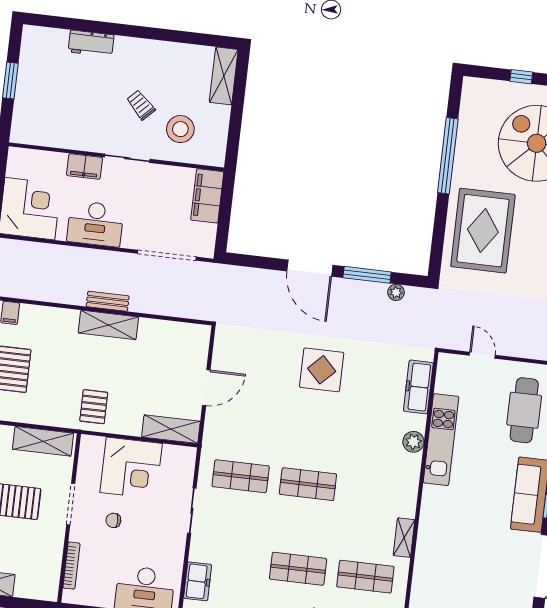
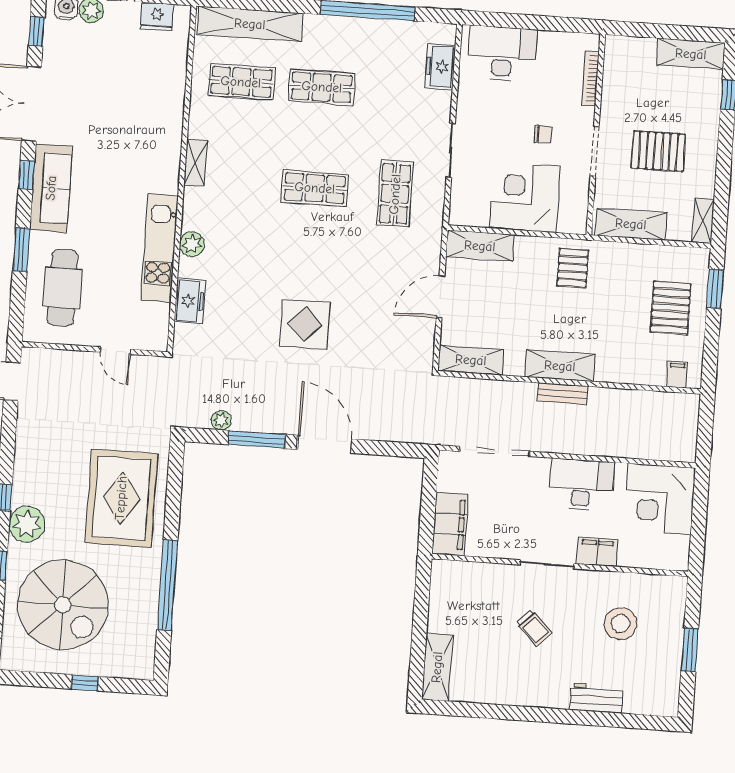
stool: (180, 129) -> (620, 624), moved
shelving: (183, 333) -> (471, 360), added
freezer: (418, 387) -> (190, 301), width x0.71
shop shelf: (241, 476) -> (395, 194), turned 90
shelving: (404, 538) -> (196, 163), moved

